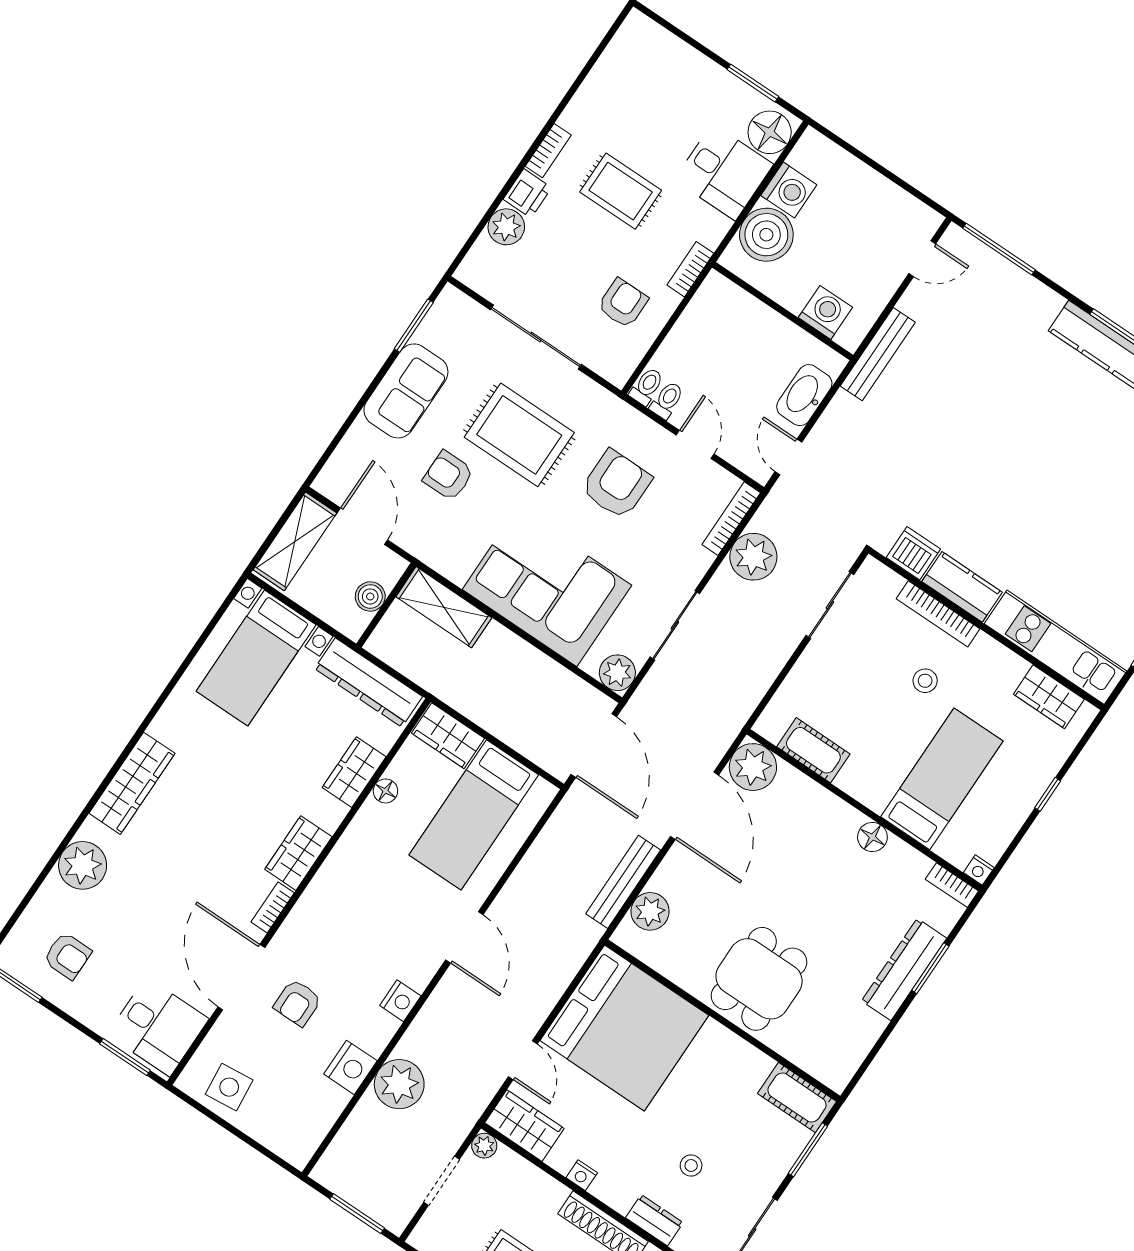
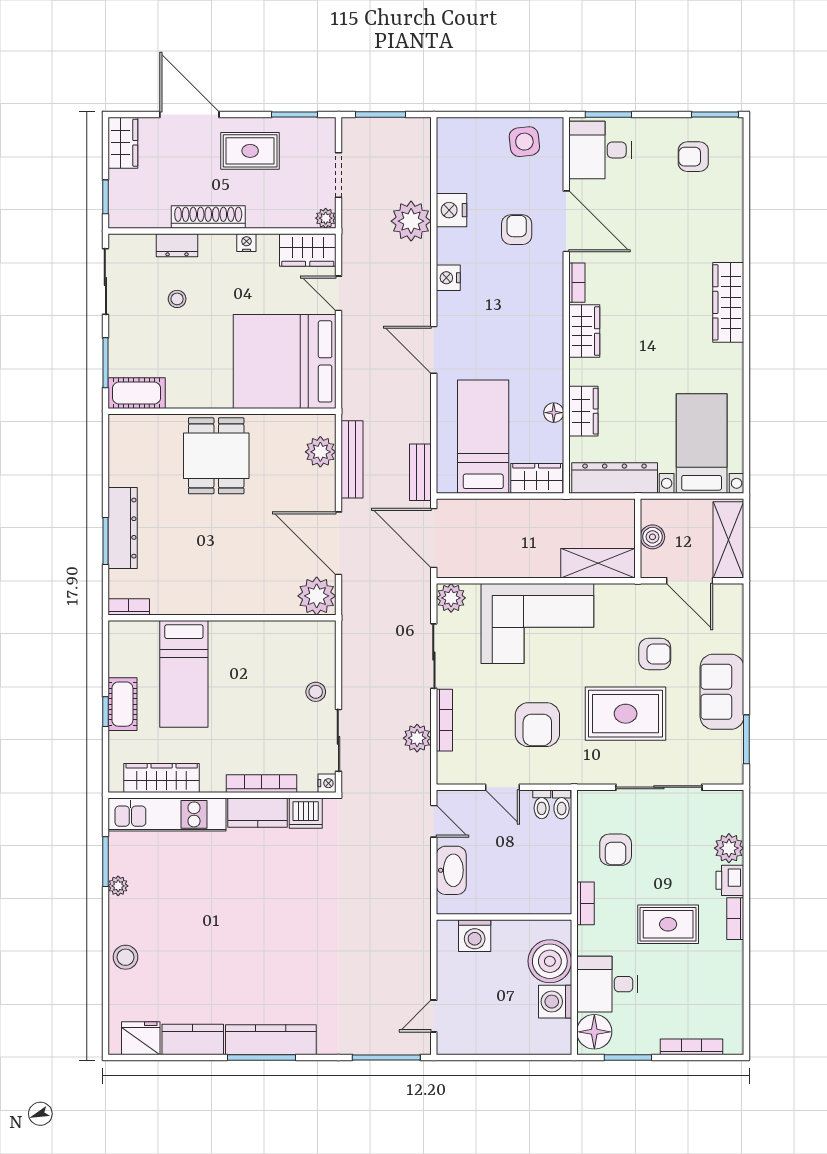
bookcase: (681, 50) -> (691, 1047), added
bench: (878, 354) -> (420, 472), moved, width x0.73
bookcase: (731, 519) -> (444, 720), moved
plant: (753, 557) -> (417, 738), width x0.73, depth x0.73
stool: (925, 681) -> (316, 692), moved
wardrobe: (1049, 697) -> (162, 778), width x1.50
cot: (813, 750) -> (122, 704), moved, turned 90
floor lamp: (872, 837) -> (204, 603), removed
plant: (83, 865) -> (724, 224), removed
nightstand: (979, 870) -> (327, 783), moved, turned 90

